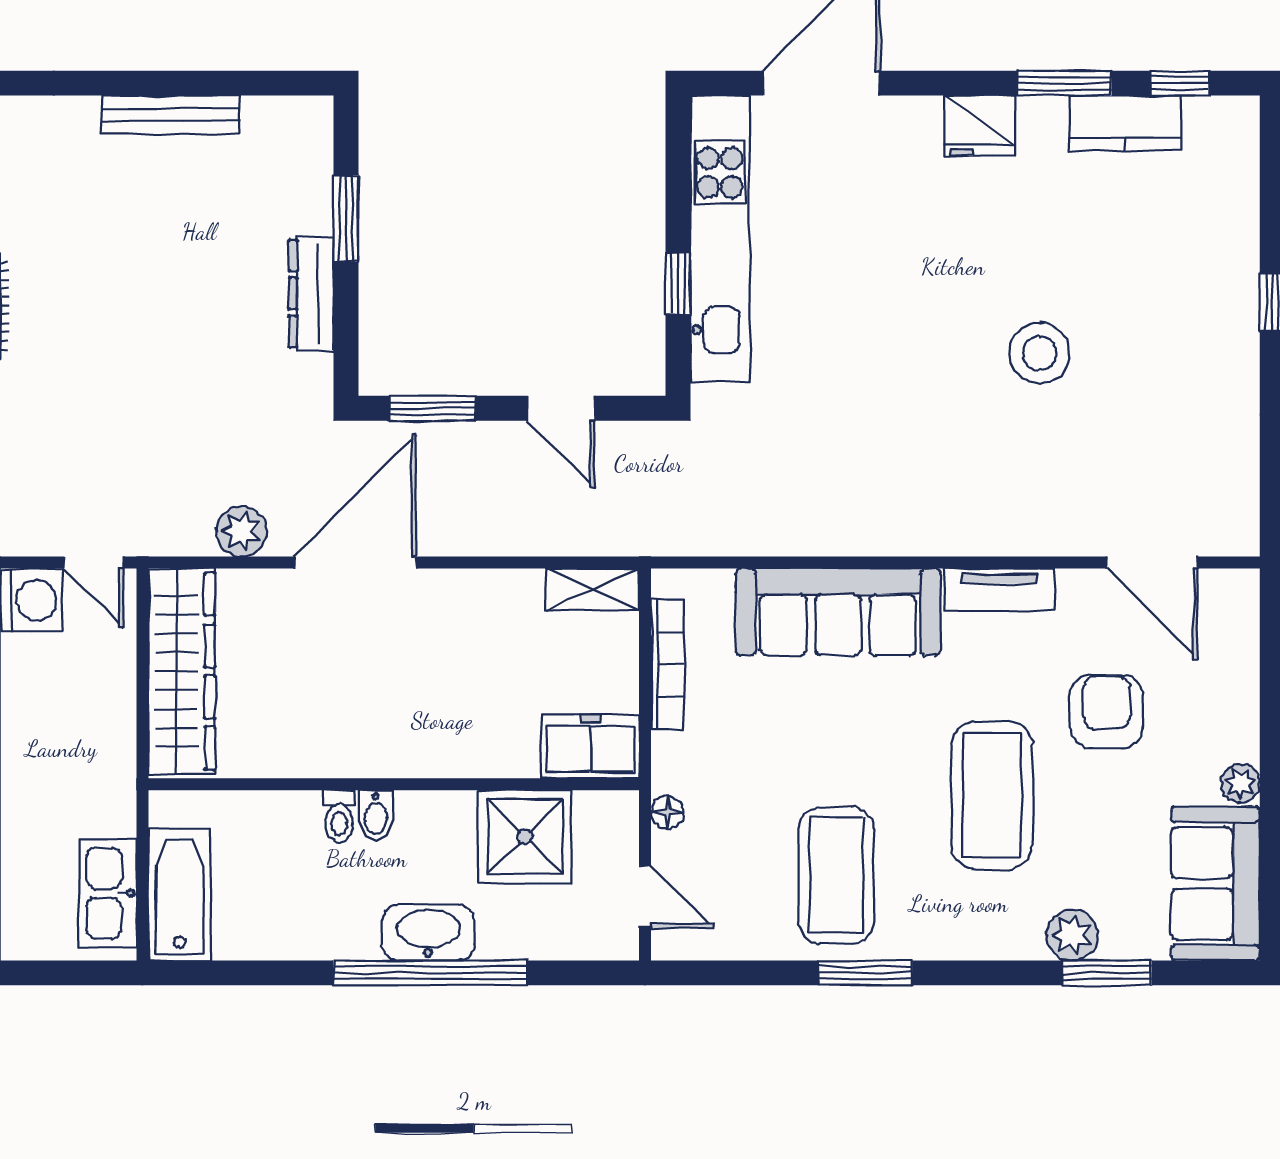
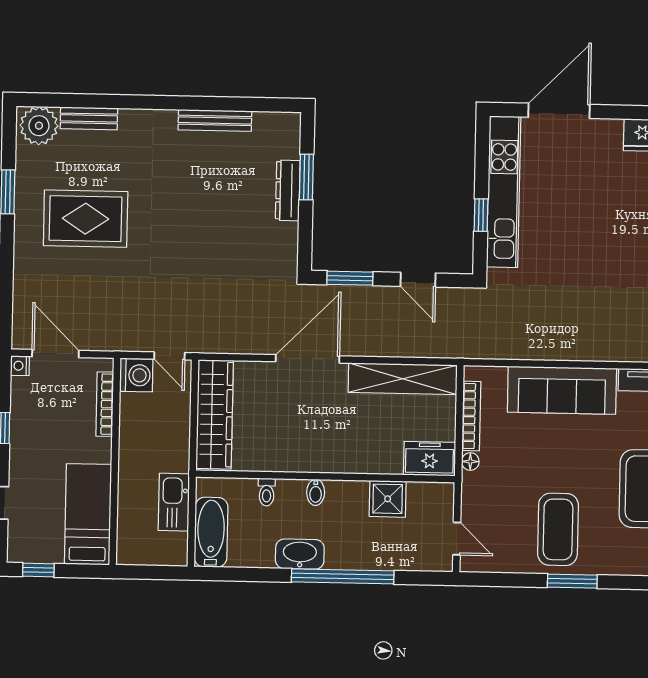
dresser: (311, 294) -> (288, 190), moved
plant: (242, 531) -> (248, 341), removed
shelving: (592, 589) -> (403, 379), width x2.20, depth x1.33
floor lamp: (668, 812) -> (470, 461), moved
toilet: (339, 816) -> (267, 492), moved
shower: (525, 837) -> (388, 499), width x0.73, depth x0.73
kitchen sink: (108, 893) -> (174, 502), moved
washbasin: (428, 932) -> (300, 554), moved

